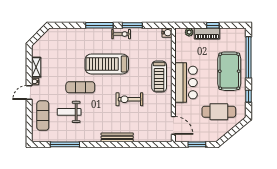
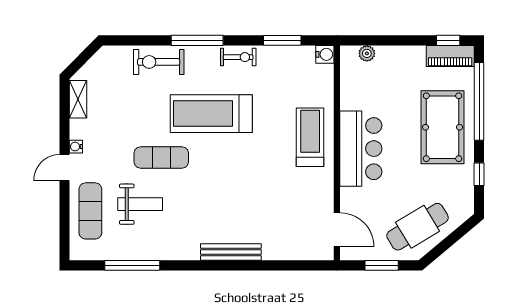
window: (132, 25) -> (282, 40), moved
window: (213, 25) -> (448, 40), moved
piano: (207, 34) -> (450, 56), moved
shelving: (36, 67) -> (78, 99), moved
treadmill: (159, 76) -> (310, 137), turned 180
exercise bike: (129, 99) -> (159, 62), moved
weight bench: (69, 112) -> (140, 204), turned 180
cafe table: (219, 112) -> (418, 227), moved, turned -31

